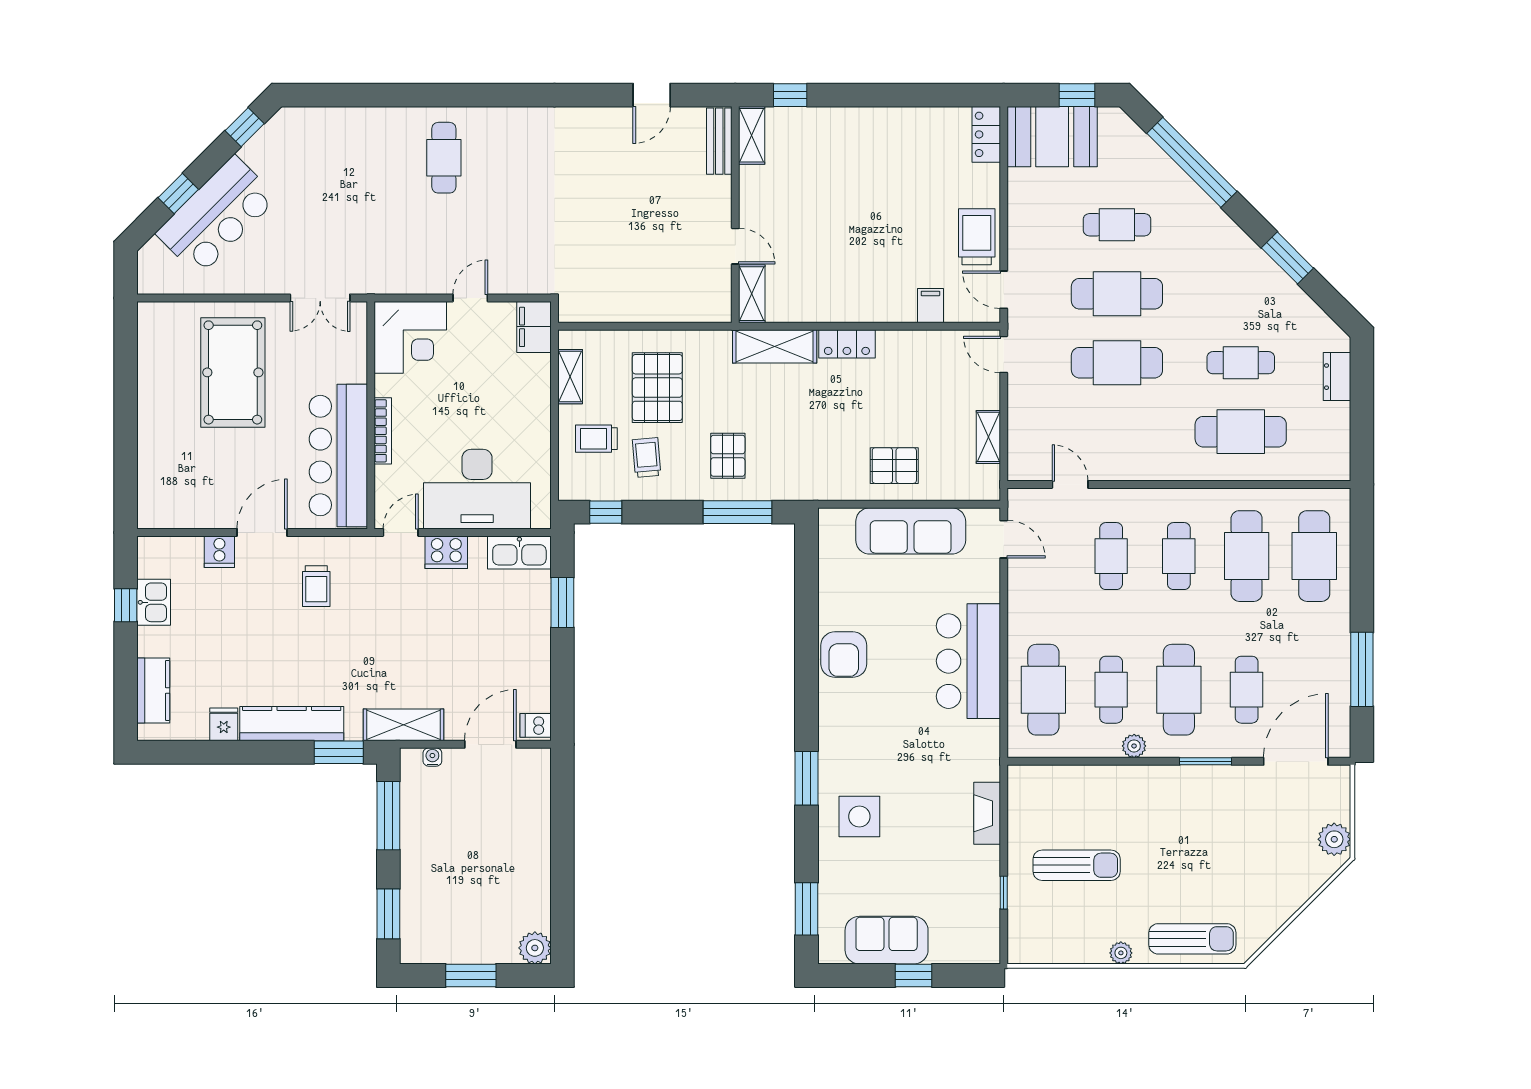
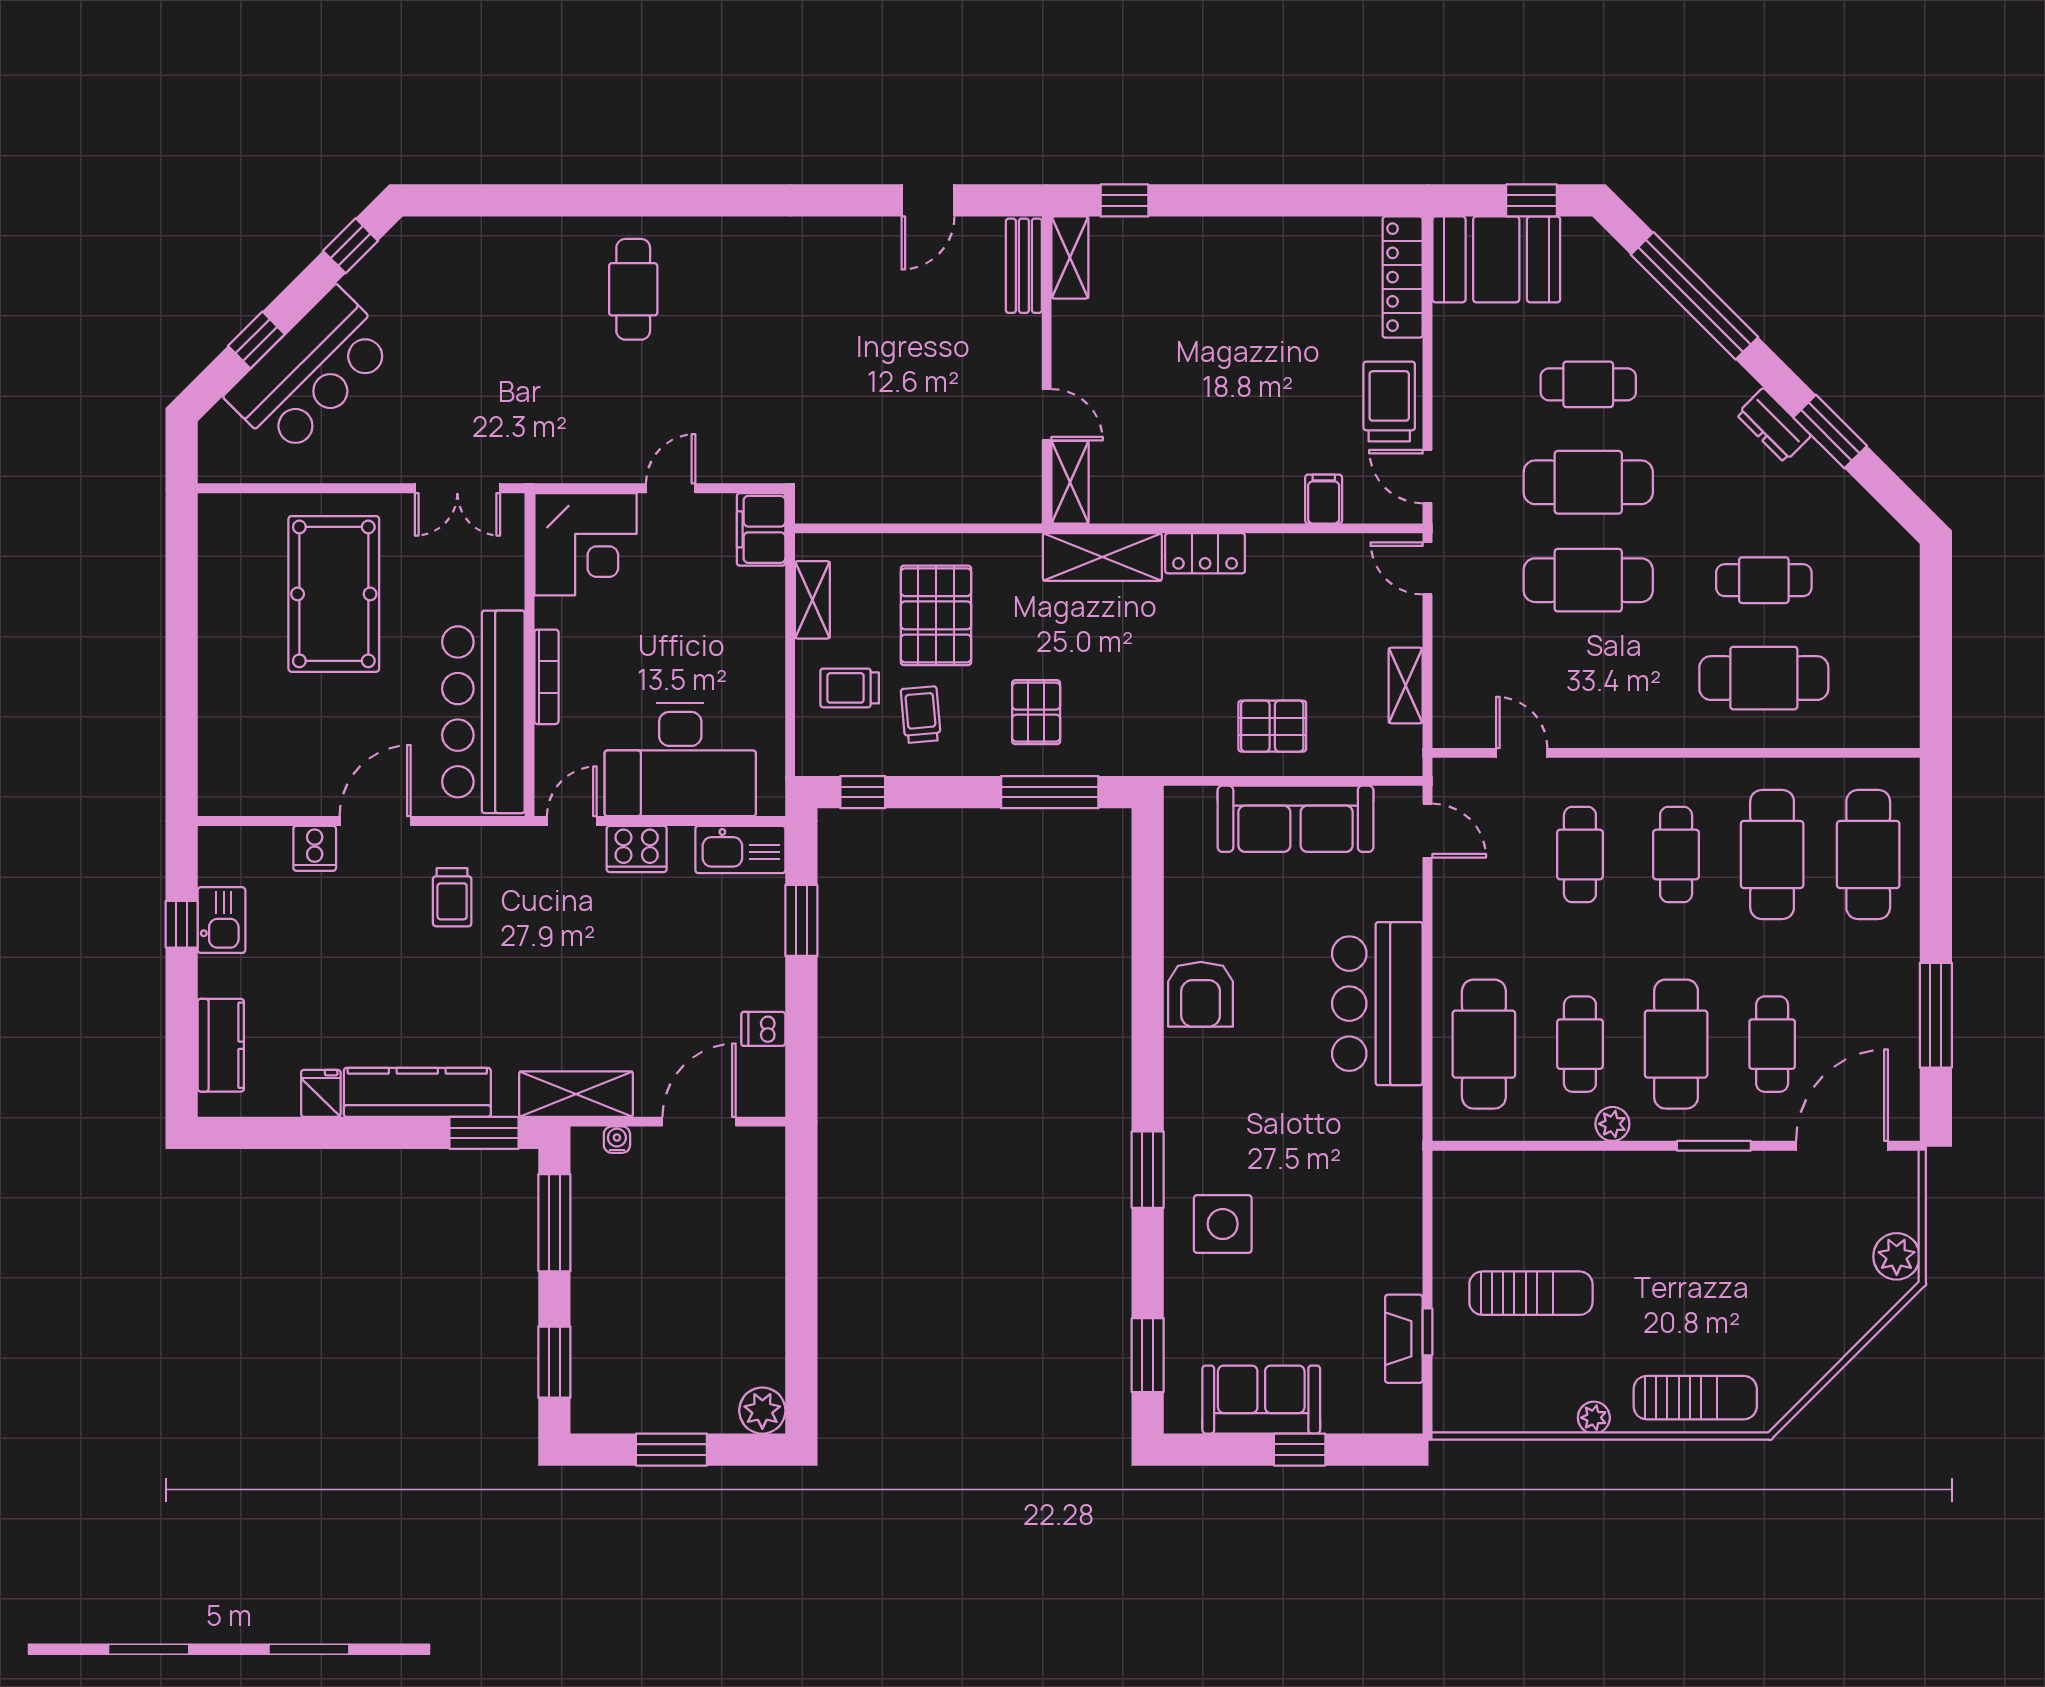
locker: (986, 134) -> (1403, 277), width x1.53
dresser: (1337, 377) -> (1774, 425), moved, turned -45
dishwasher: (536, 725) -> (763, 1029), moved
fireplace: (987, 813) -> (1404, 1339), moved

